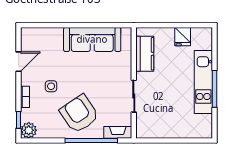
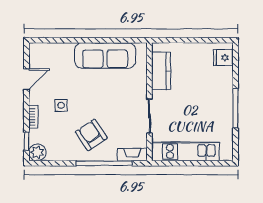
fridge: (183, 37) -> (223, 58), moved, turned 90
kitchen unit: (203, 82) -> (185, 151), moved, turned 90
armchair: (79, 114) -> (91, 135), width x0.73, depth x0.73

